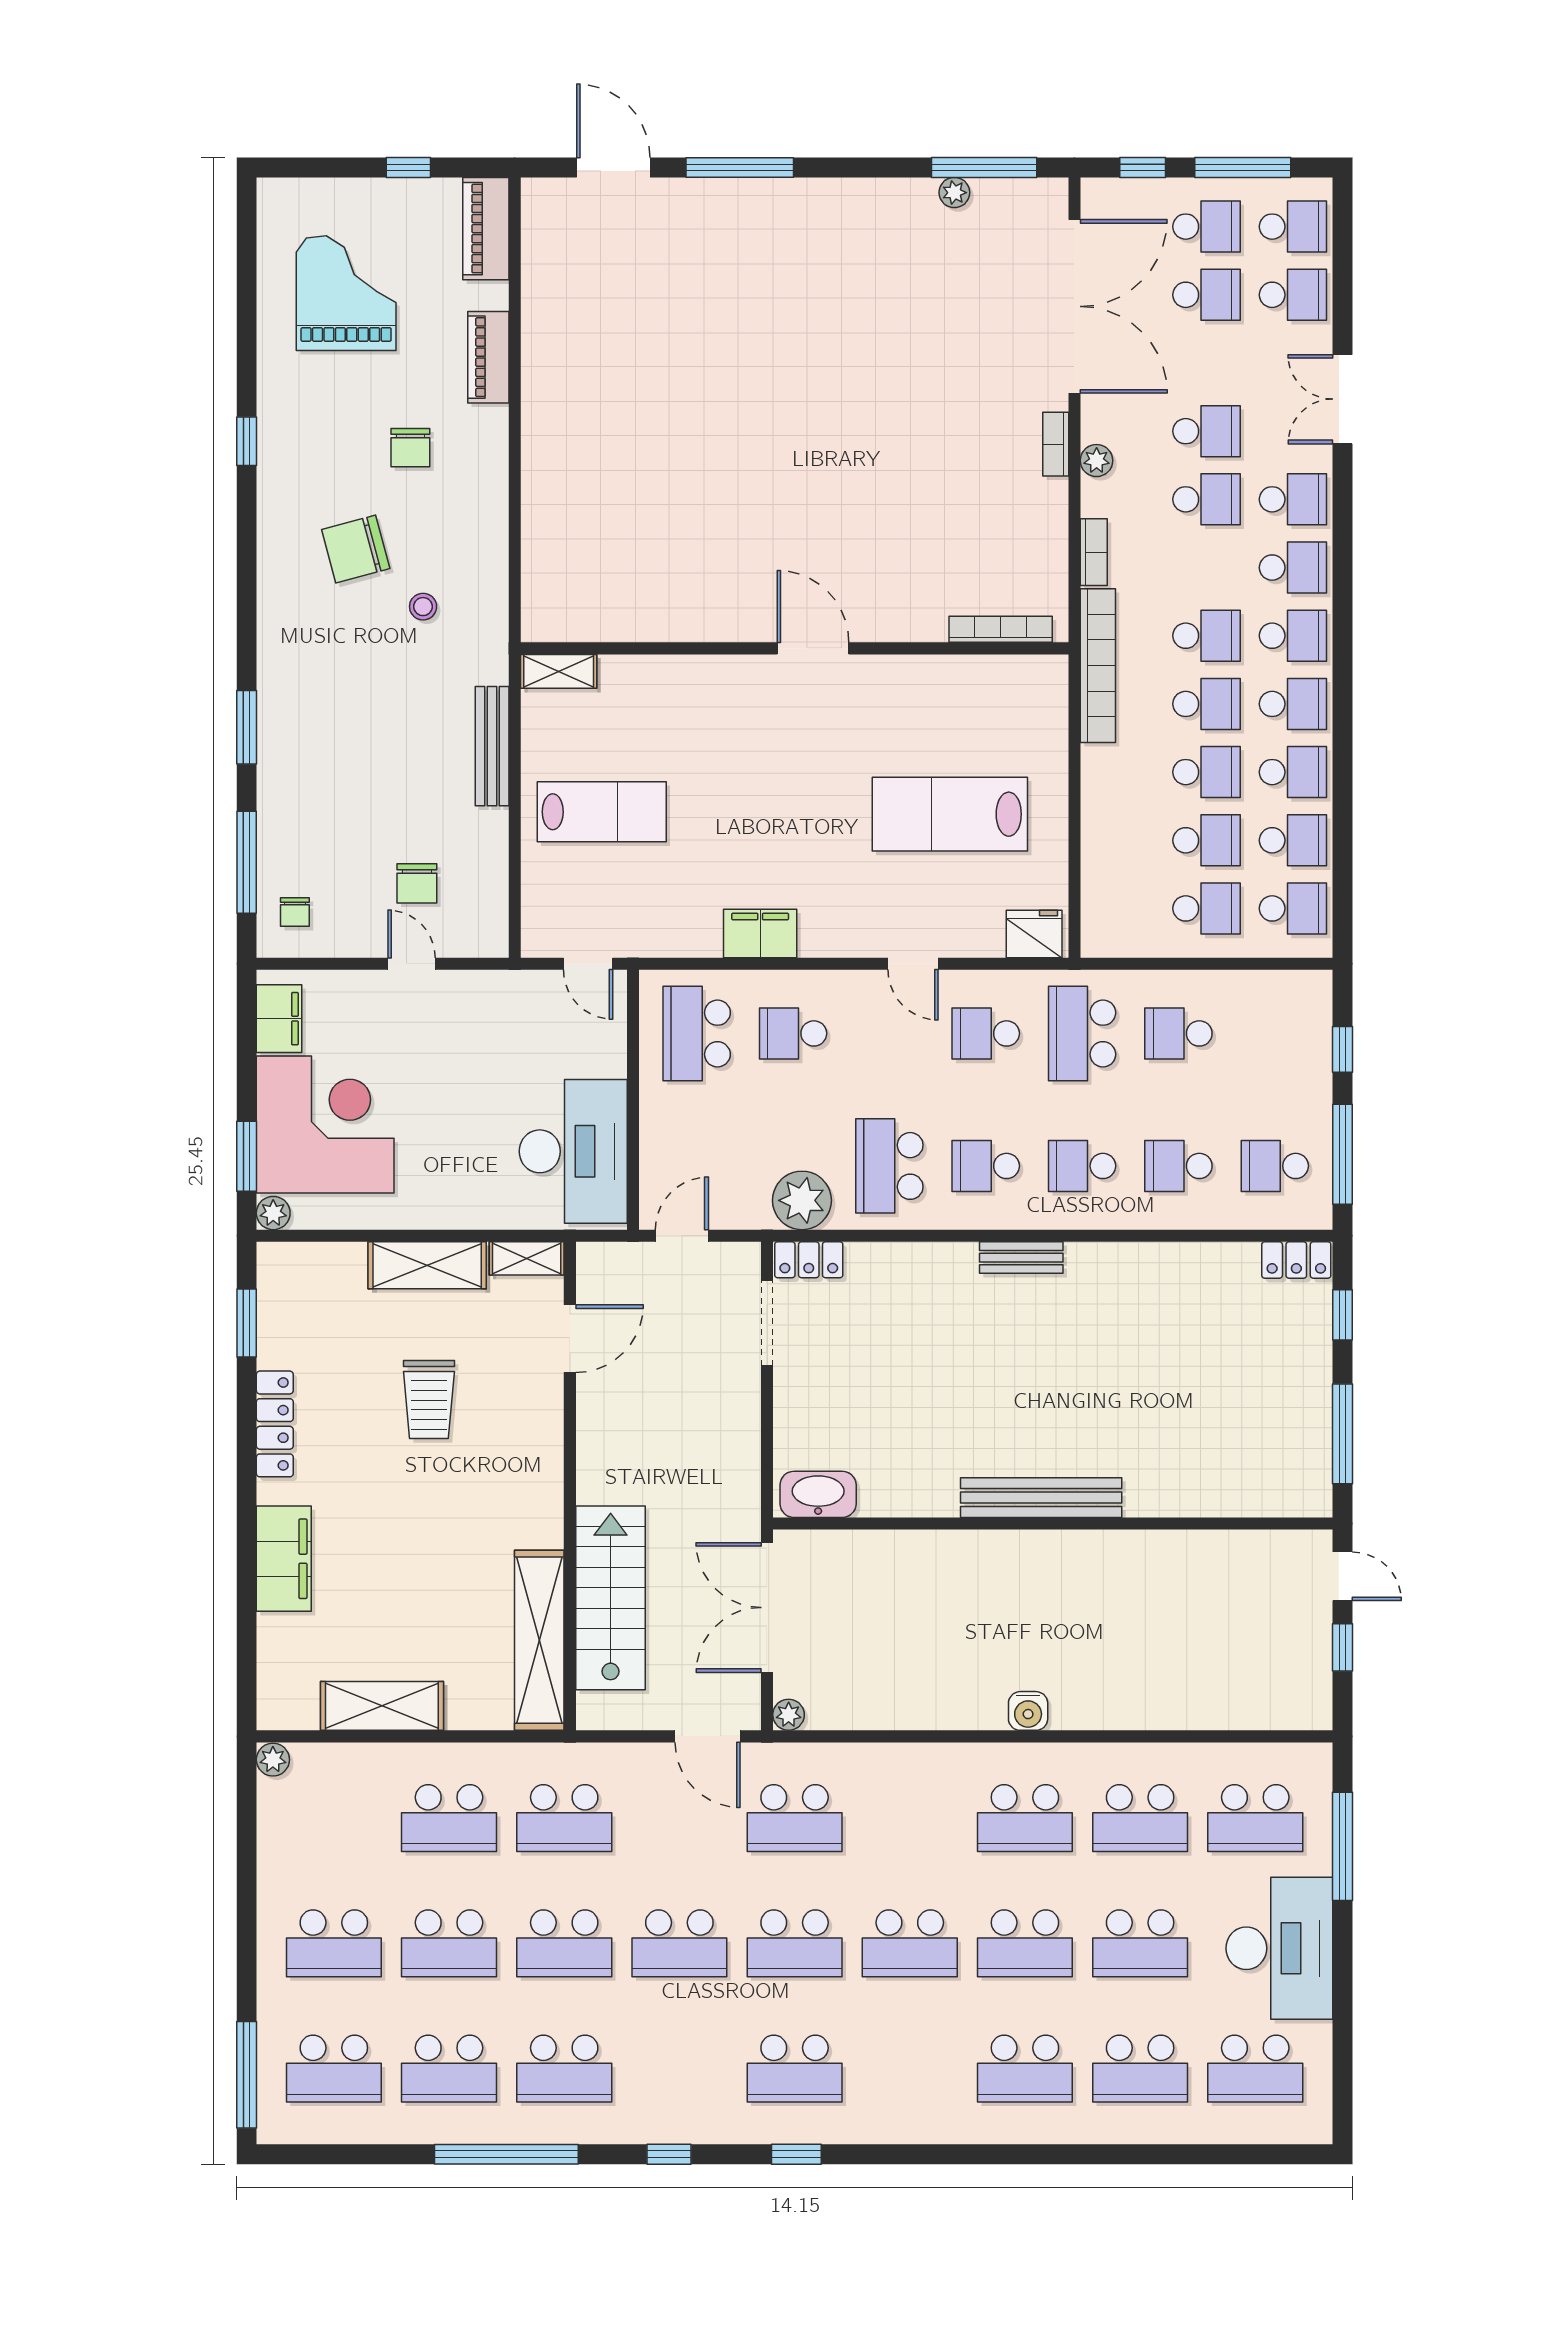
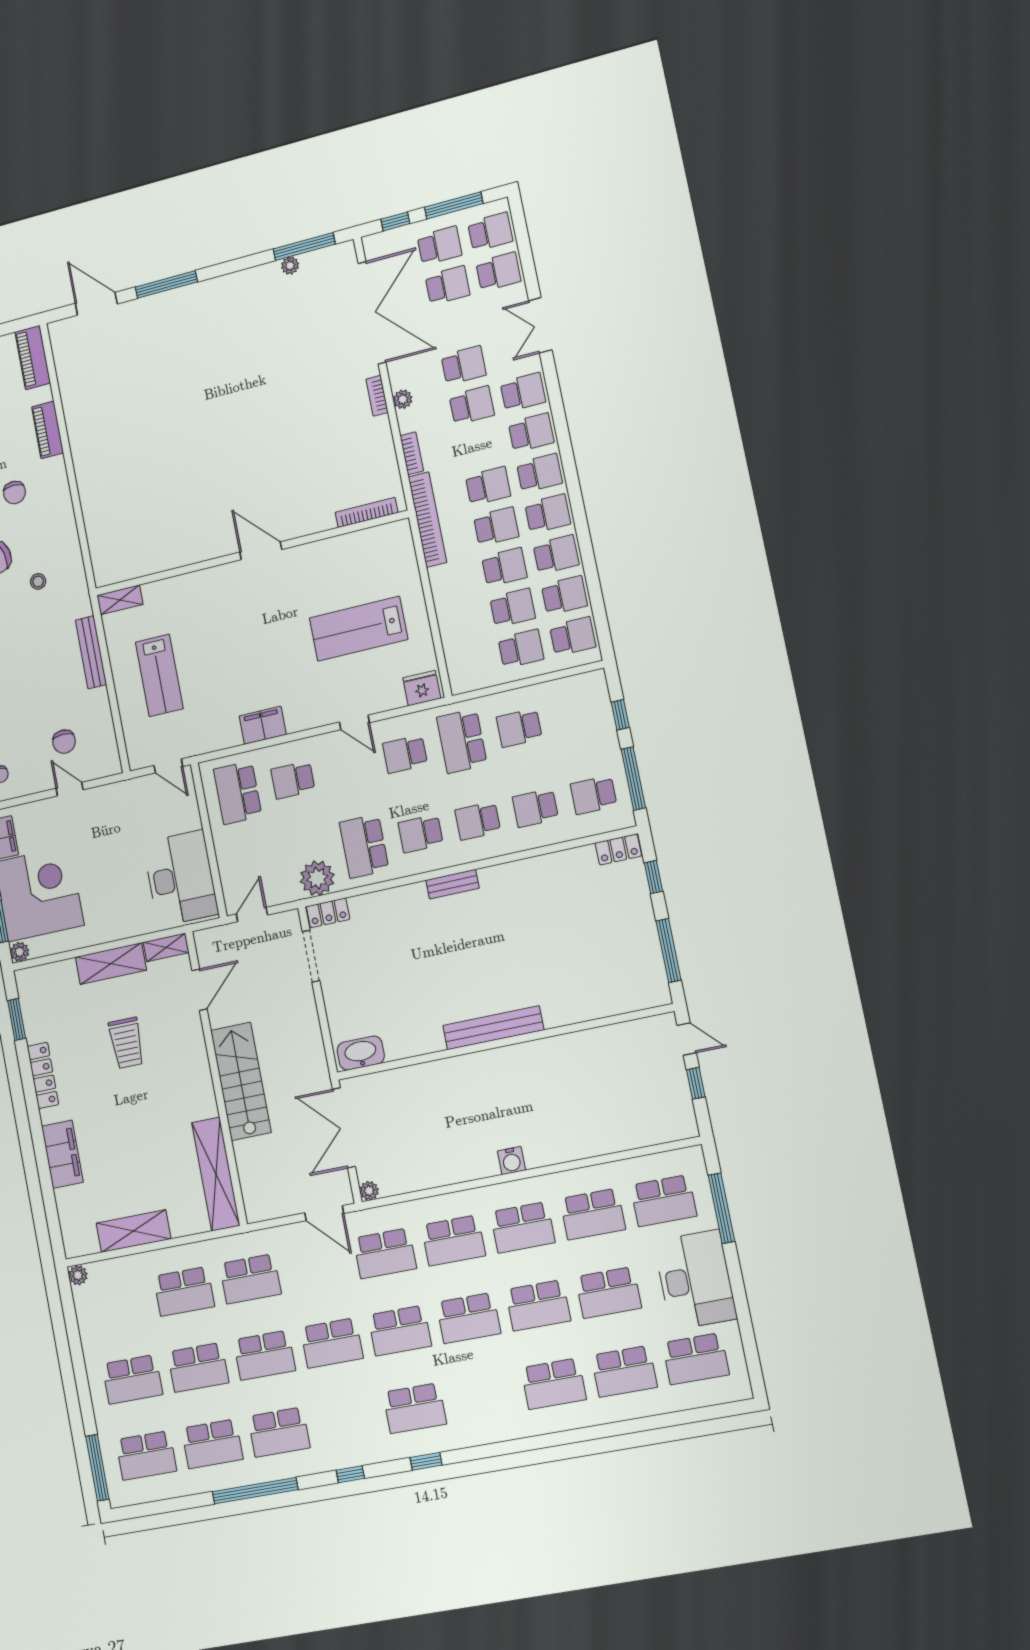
lab bench: (602, 812) -> (159, 675), turned 90
stairs: (611, 1598) -> (241, 1081), moved
school desk: (910, 1818) -> (453, 1240), added

